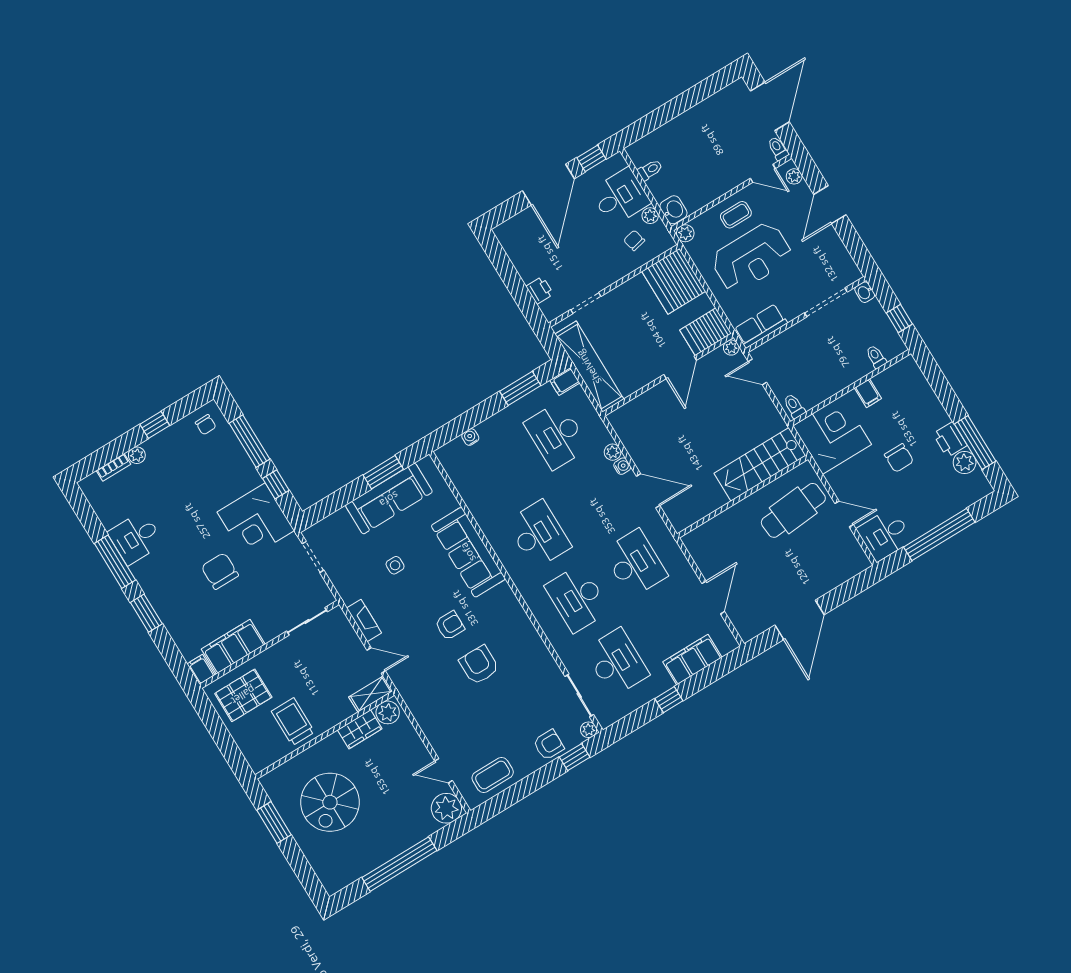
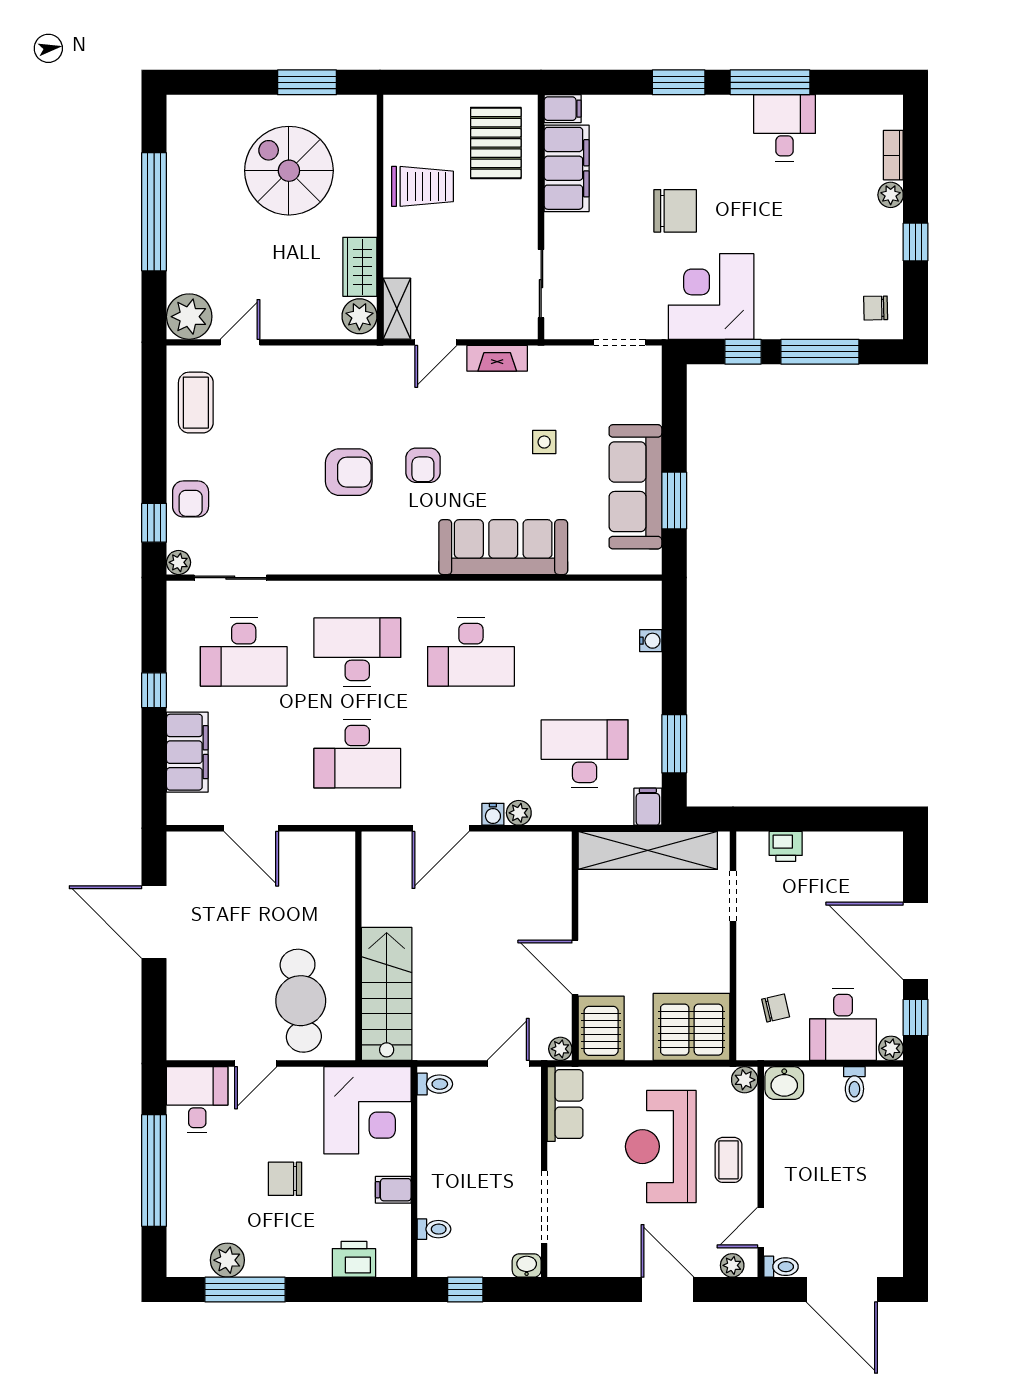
plant: (650, 216) -> (891, 1048), moved
printer: (950, 440) -> (354, 1259), moved

